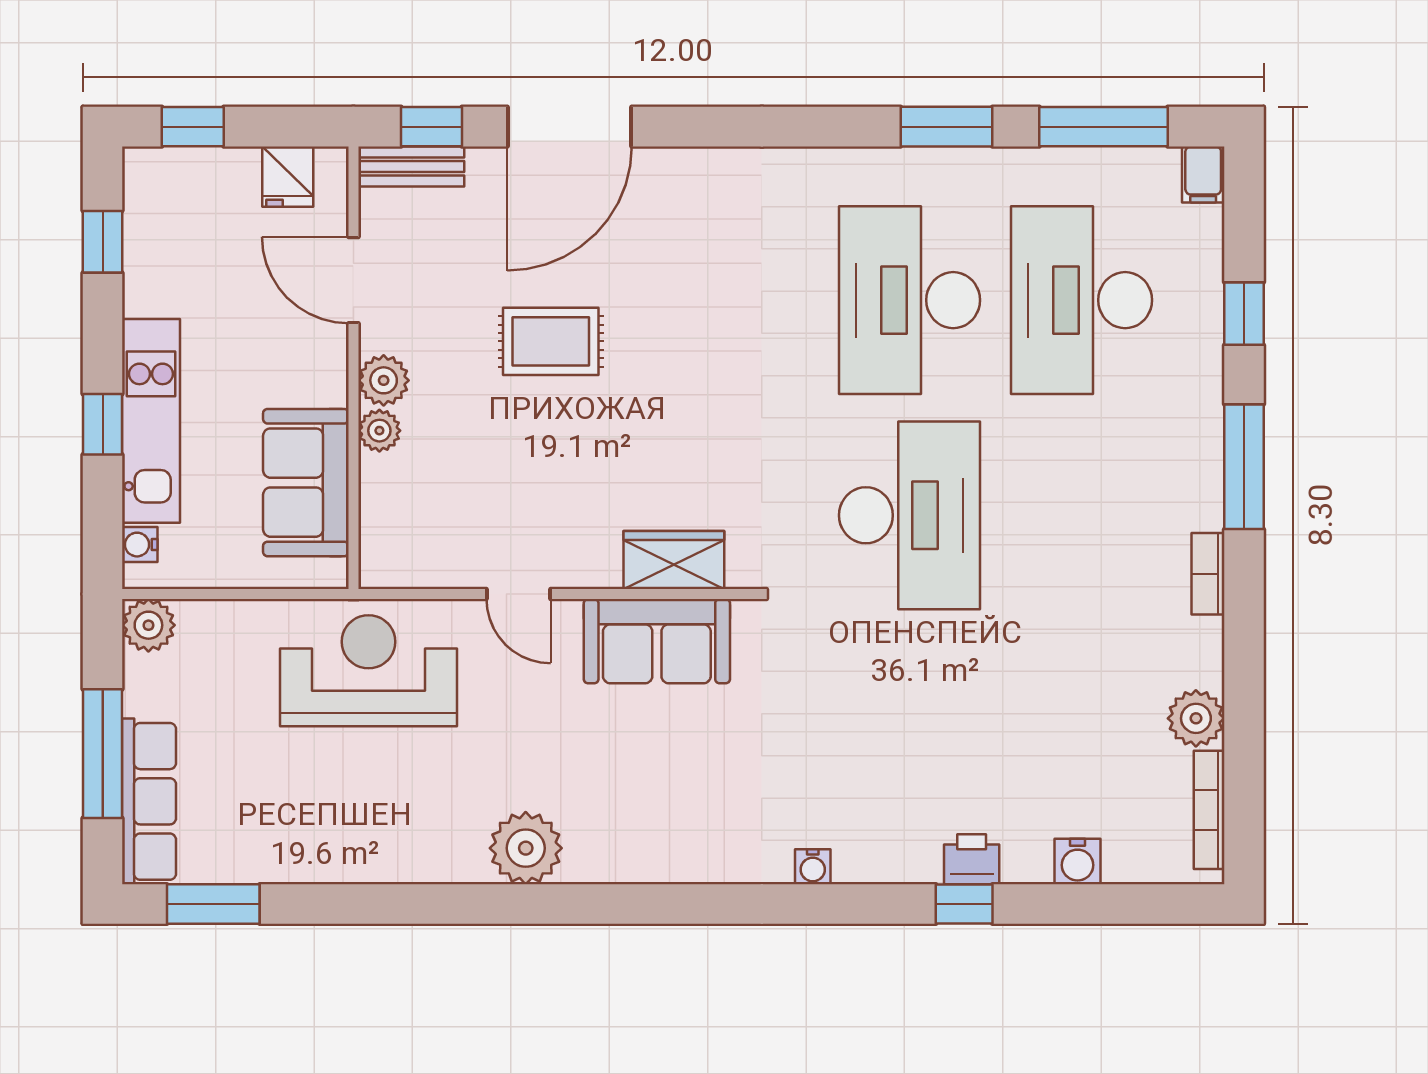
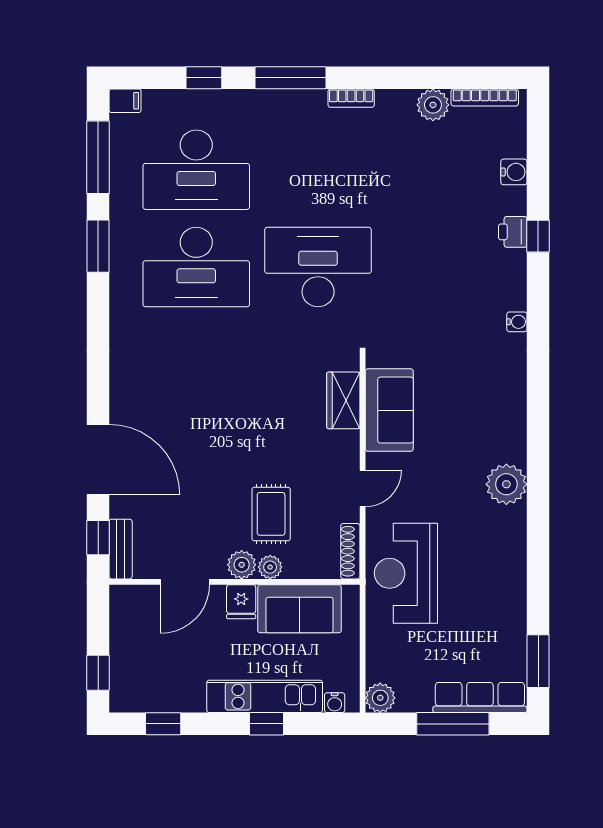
fridge: (288, 177) -> (241, 602), moved, turned 90
rug: (551, 341) -> (271, 514), moved
shoe rack: (407, 572) -> (350, 551), added

